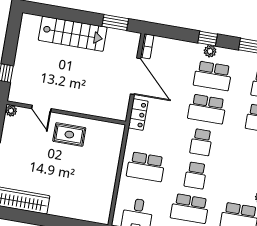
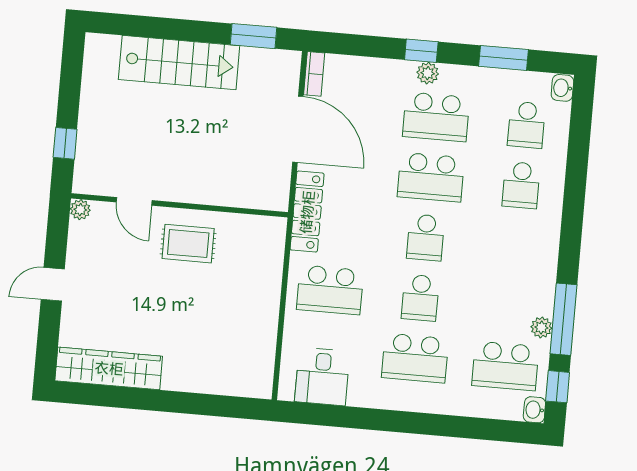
locker: (138, 115) -> (307, 212), width x1.53

